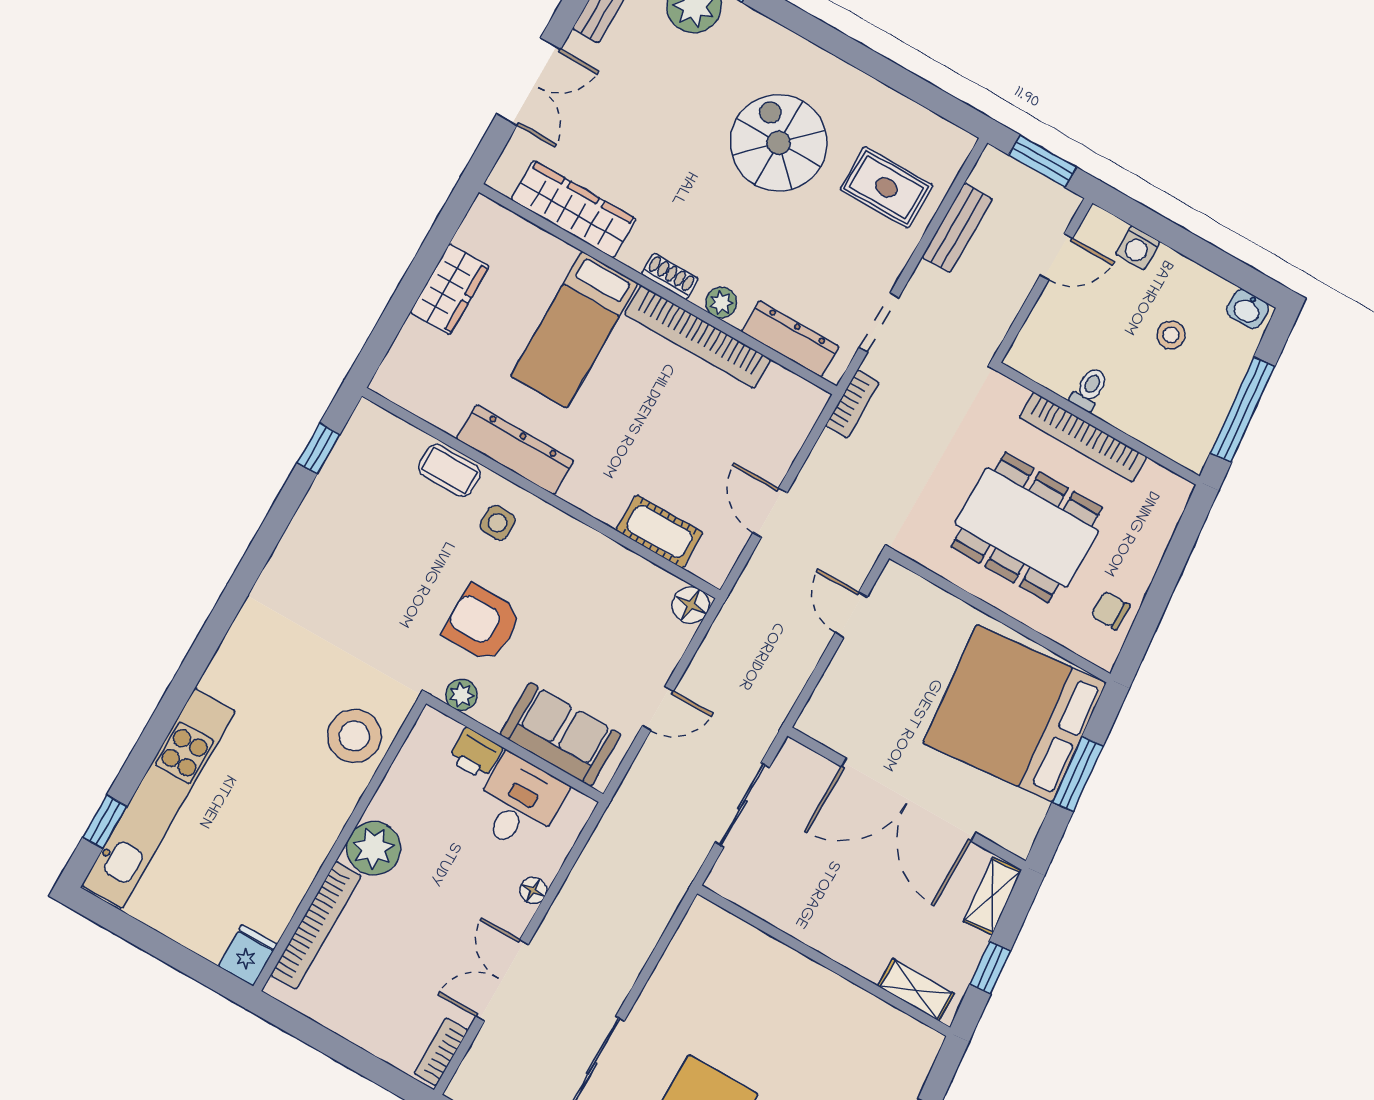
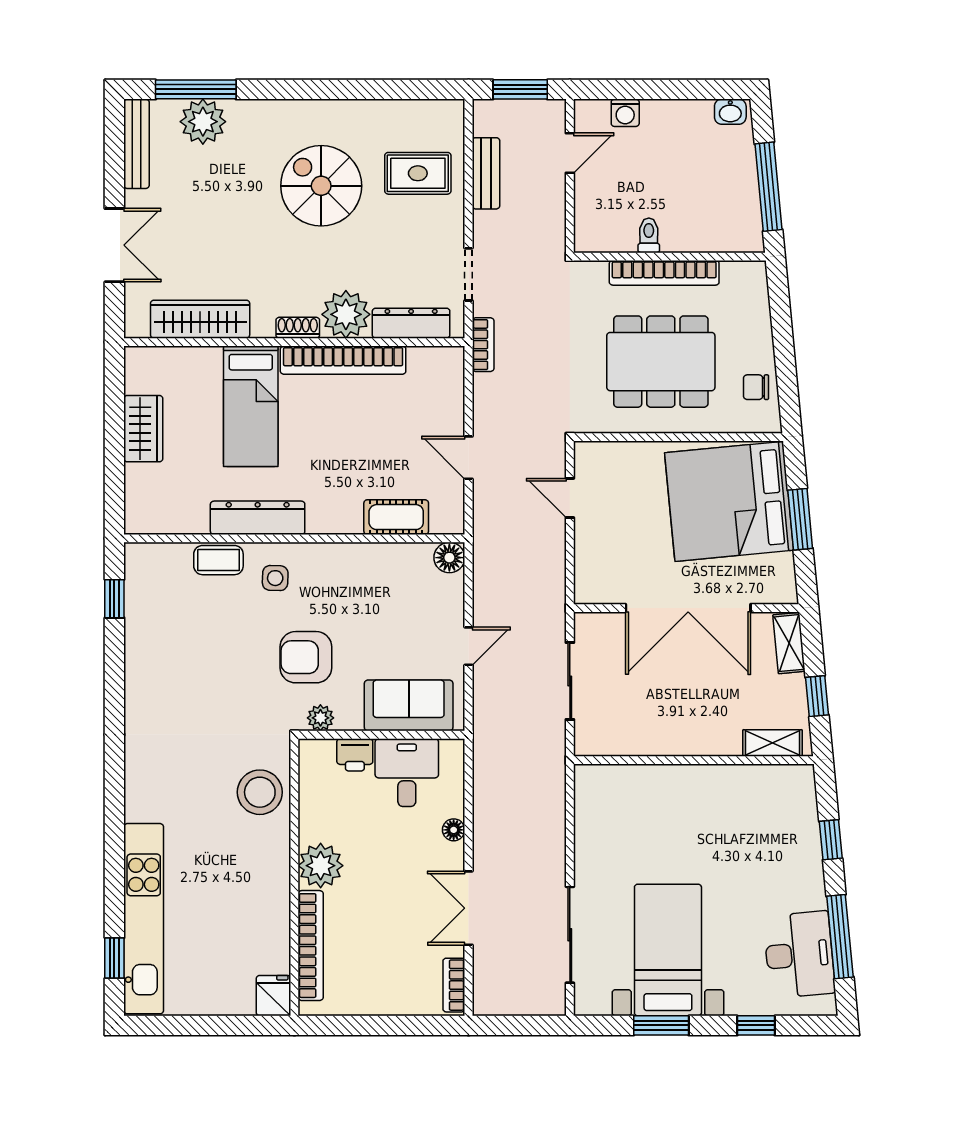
plant: (721, 303) -> (346, 314), width x1.88, depth x1.88
stool: (1171, 335) -> (685, 162), removed

